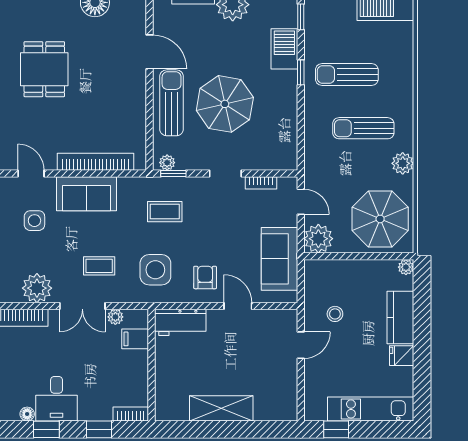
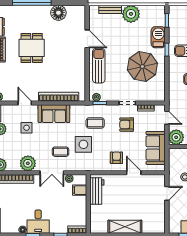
parasol: (225, 104) -> (142, 67), moved
armchair: (225, 214) -> (127, 125), added
side table: (155, 270) -> (83, 144), moved
workbench: (180, 322) -> (97, 191), moved, turned -90

